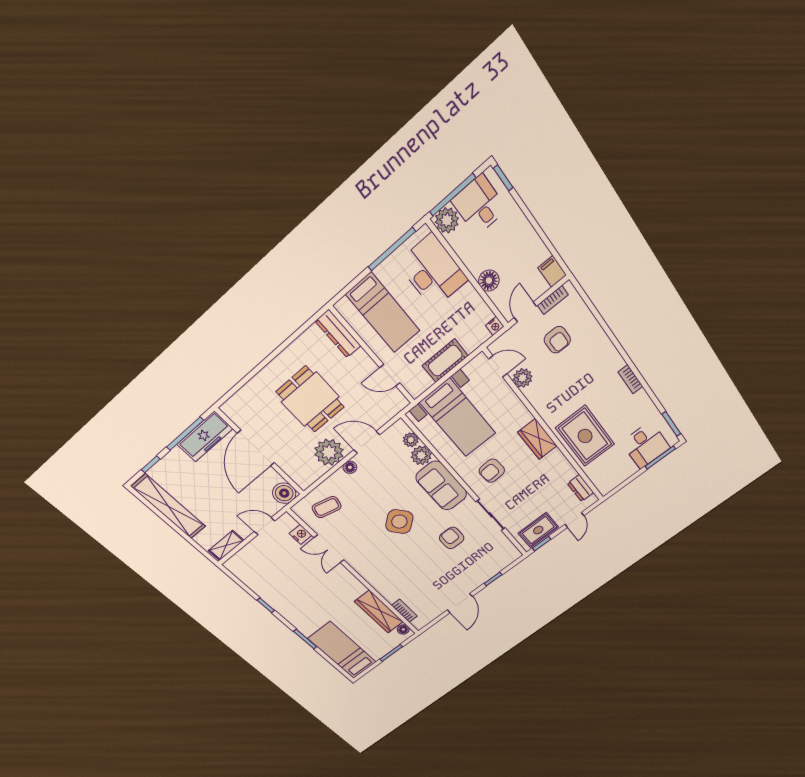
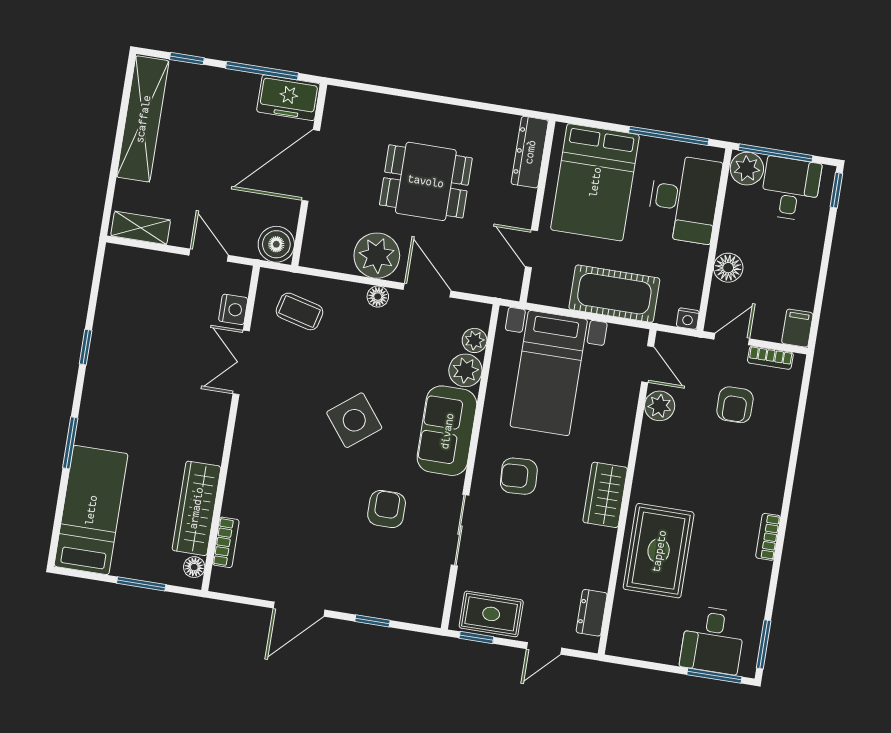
bed: (383, 313) -> (595, 182), width x1.50
cot: (445, 361) -> (614, 294), width x1.37, depth x1.34
dining table: (310, 399) -> (426, 181), turned 90
freezer: (205, 437) -> (288, 98), width x0.71

